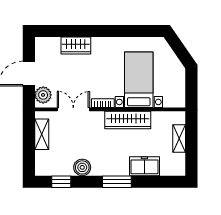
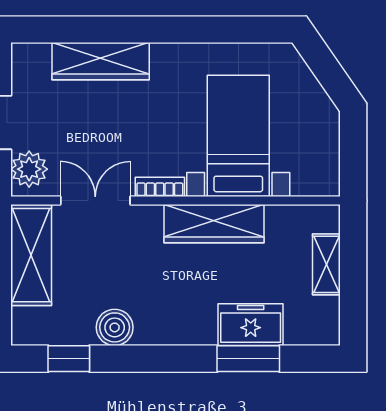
wardrobe: (76, 46) -> (101, 61), width x1.50
shelving: (42, 134) -> (31, 255), width x1.50, depth x1.33
window: (117, 182) -> (248, 359), moved

